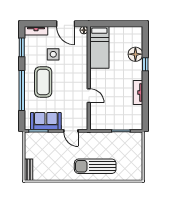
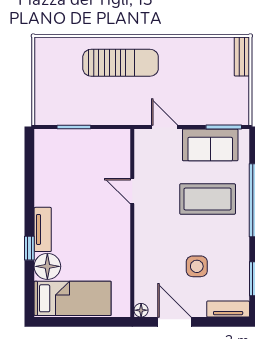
bed: (99, 47) -> (73, 298), moved, turned 90
coffee table: (43, 82) -> (208, 199), moved, turned 90
tv unit: (138, 92) -> (43, 229), moved

